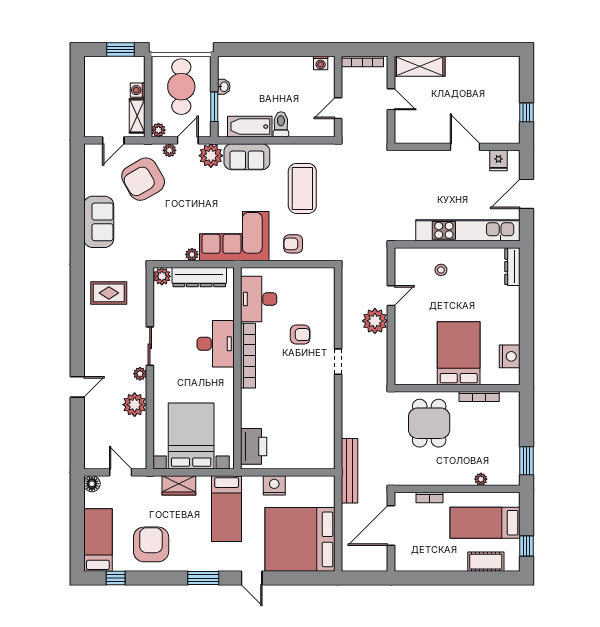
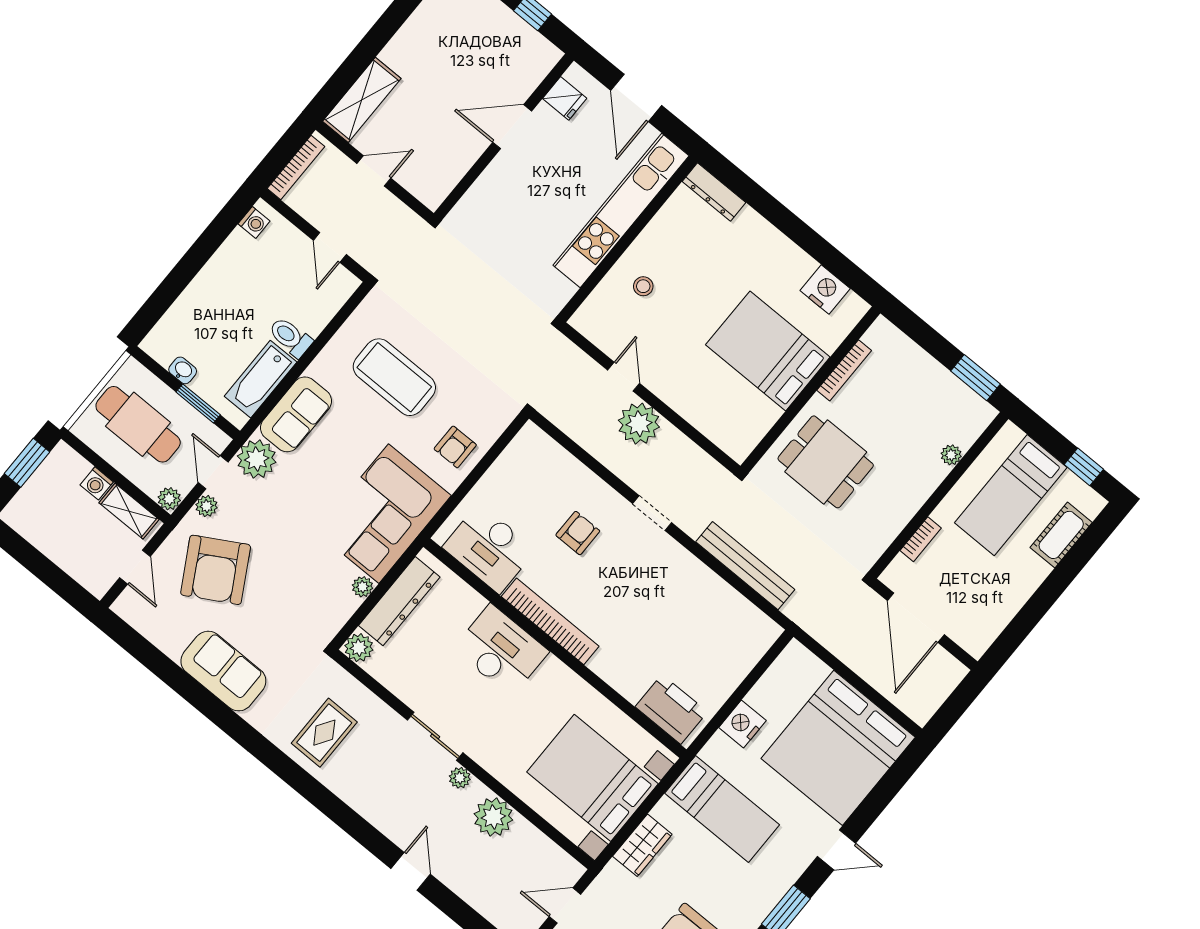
bench: (349, 471) -> (745, 566), moved

